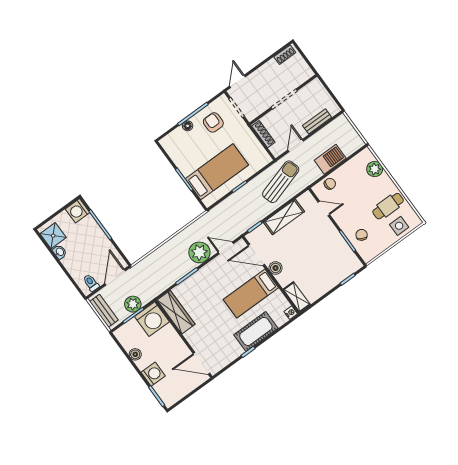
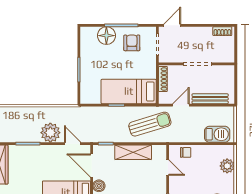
bench: (317, 121) -> (210, 99), width x1.36
floor lamp: (188, 126) -> (106, 36), width x1.89, depth x1.89
barbecue: (330, 159) -> (217, 134), moved
bed: (217, 172) -> (129, 91), moved, turned 180

